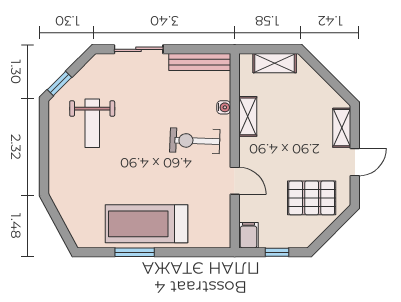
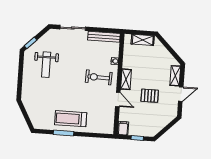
shelving: (248, 116) -> (126, 79), moved
pallet: (312, 198) -> (150, 96), moved, width x0.67, depth x0.71
treadmill: (147, 224) -> (71, 119), width x0.73, depth x0.73

